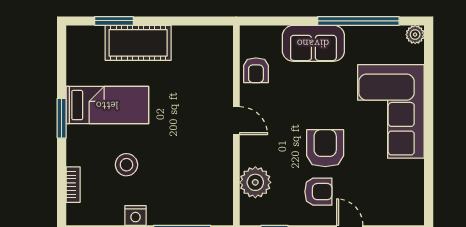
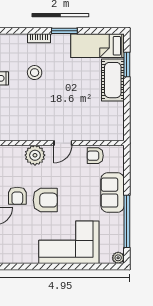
bed: (107, 105) -> (97, 46), moved, turned 90
plant: (255, 182) -> (35, 155), moved
bookcase: (73, 185) -> (39, 38), moved

